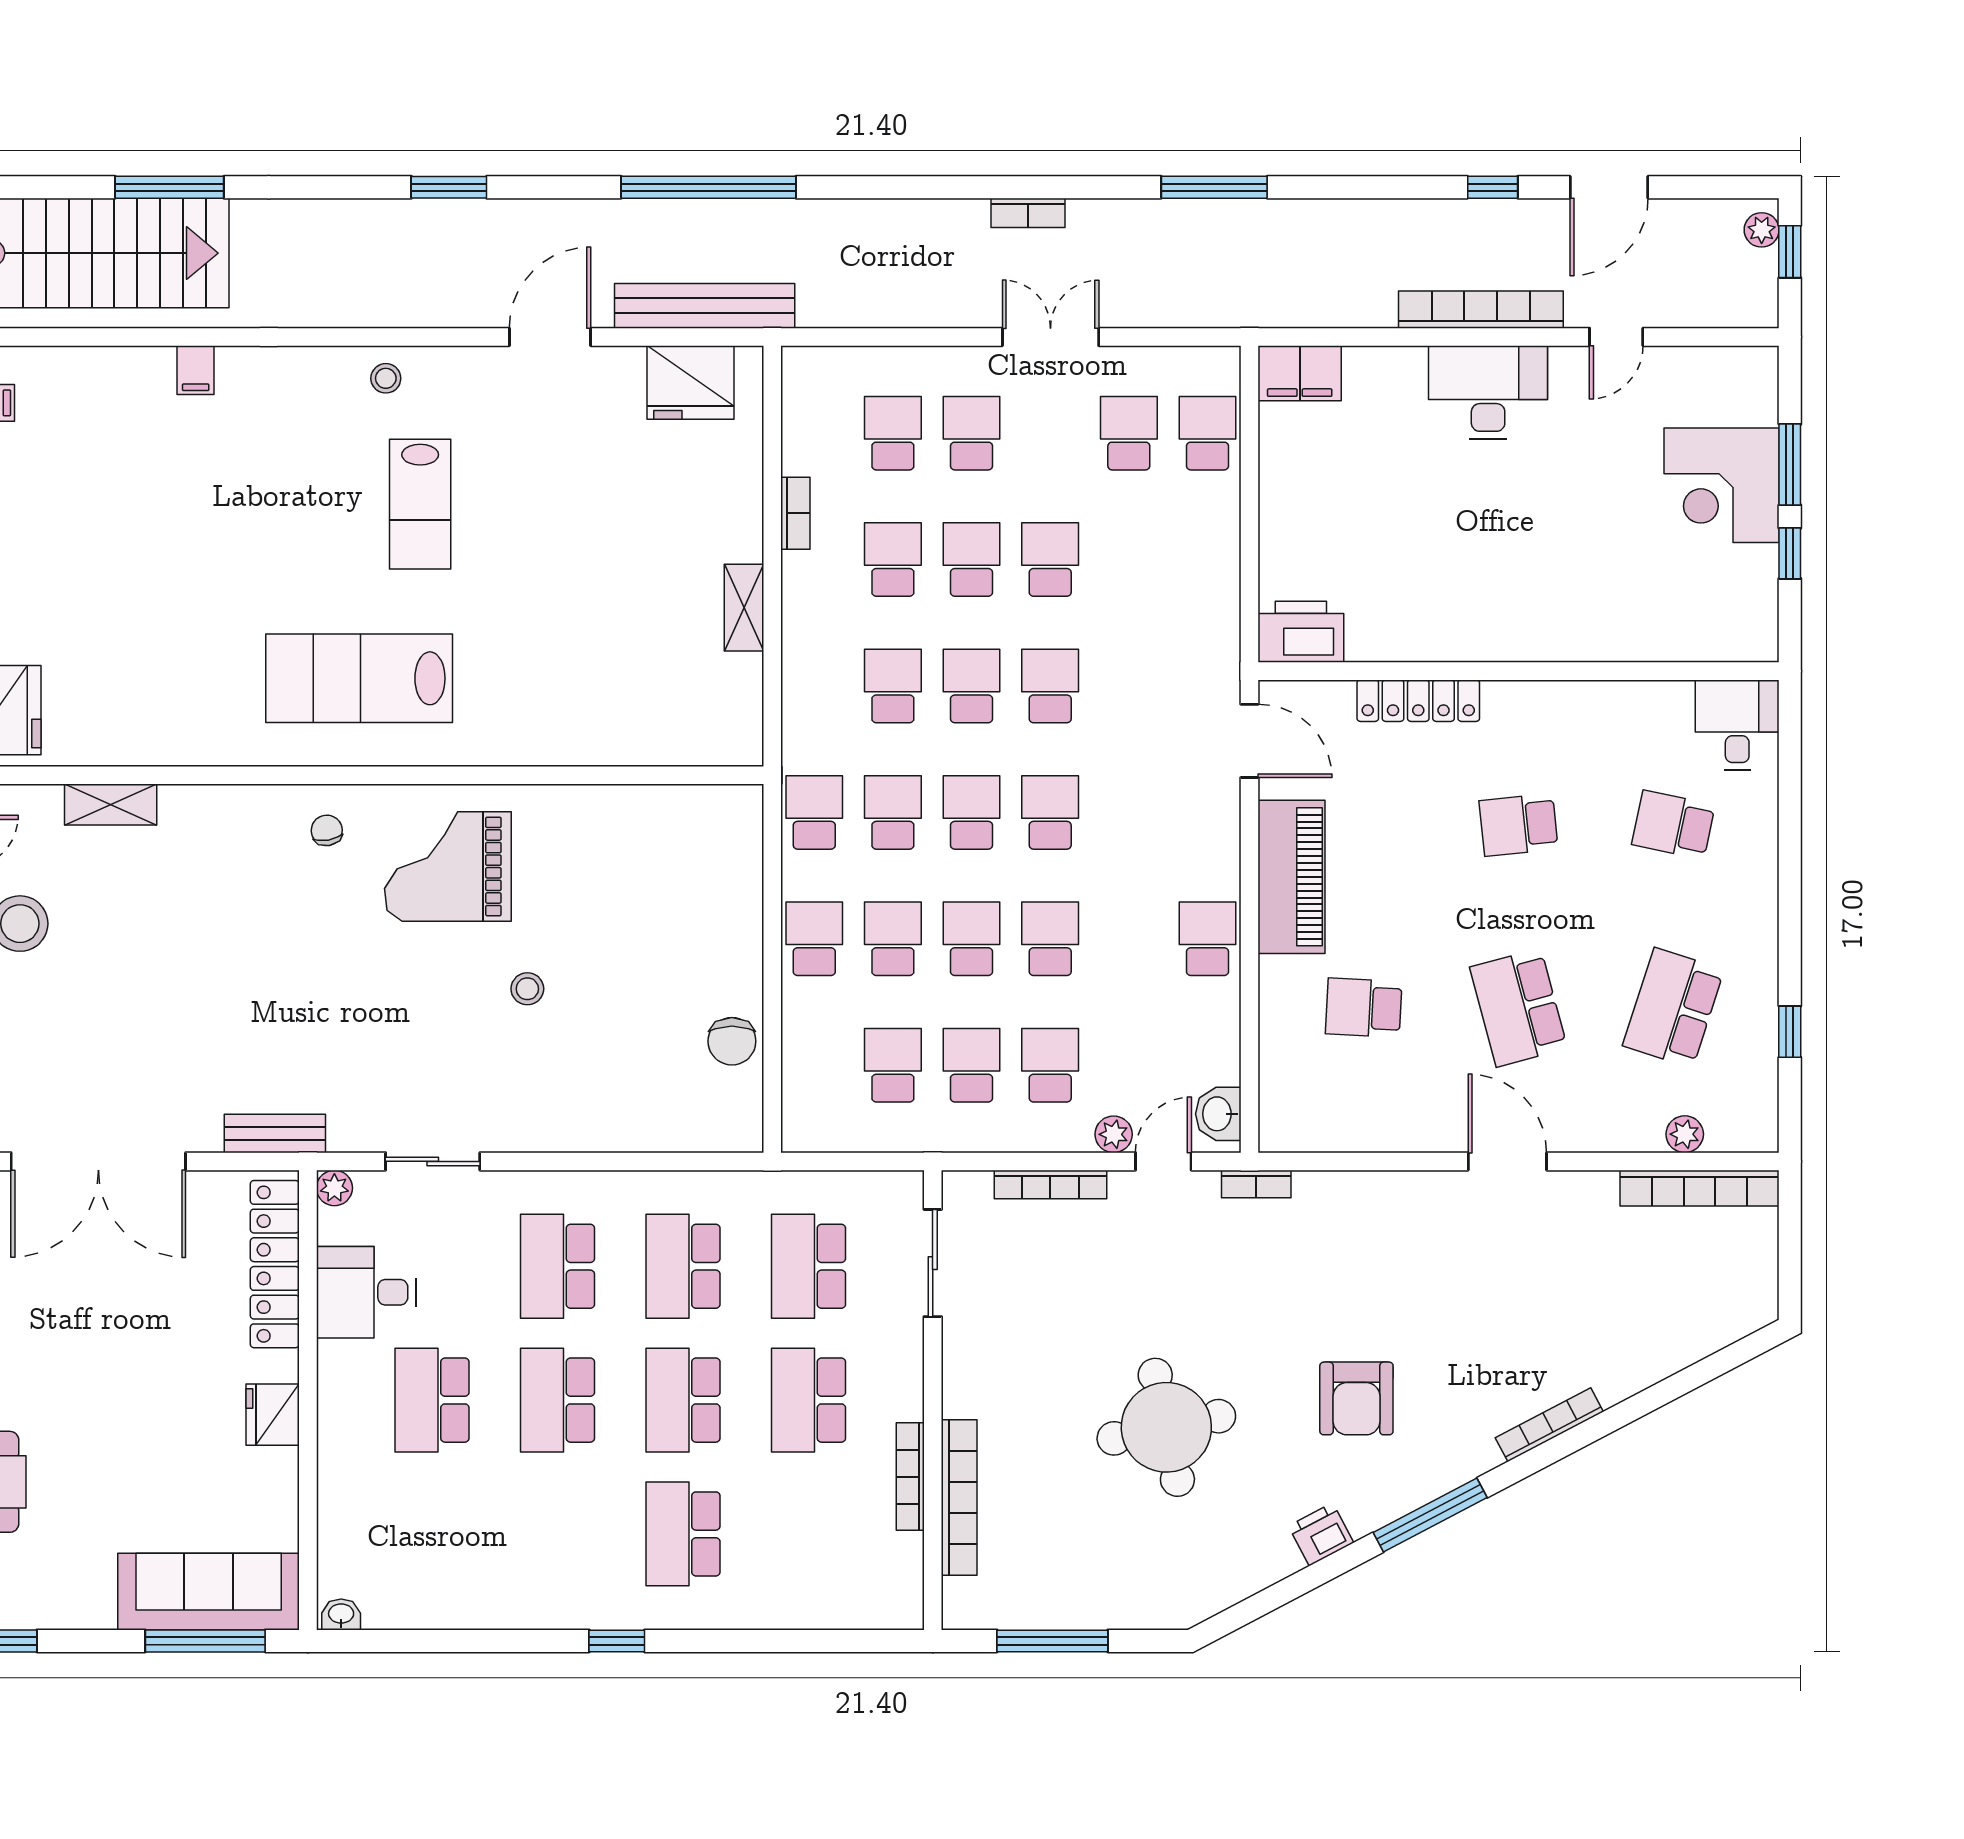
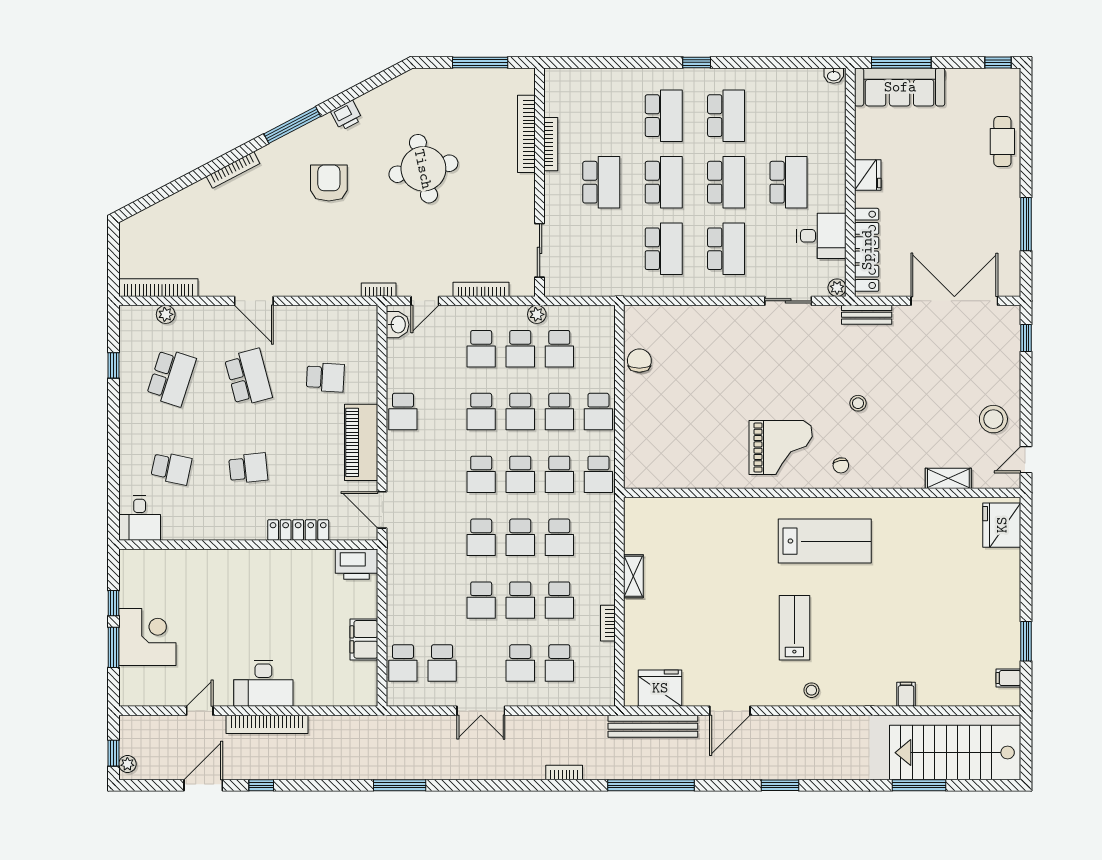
bookcase: (1028, 213) -> (564, 772), moved
filing cabinet: (1300, 373) -> (364, 639), moved, turned -90
stool: (527, 989) -> (858, 403), moved
plant: (1114, 1134) -> (537, 314), moved
school desk: (809, 1266) -> (726, 116), moved

